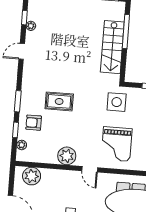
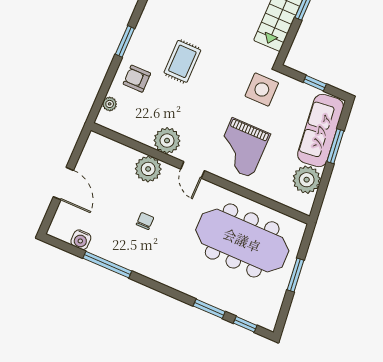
rug: (59, 101) -> (182, 61), turned 90
window: (15, 130) -> (108, 80), removed
plant: (32, 176) -> (148, 169), moved

